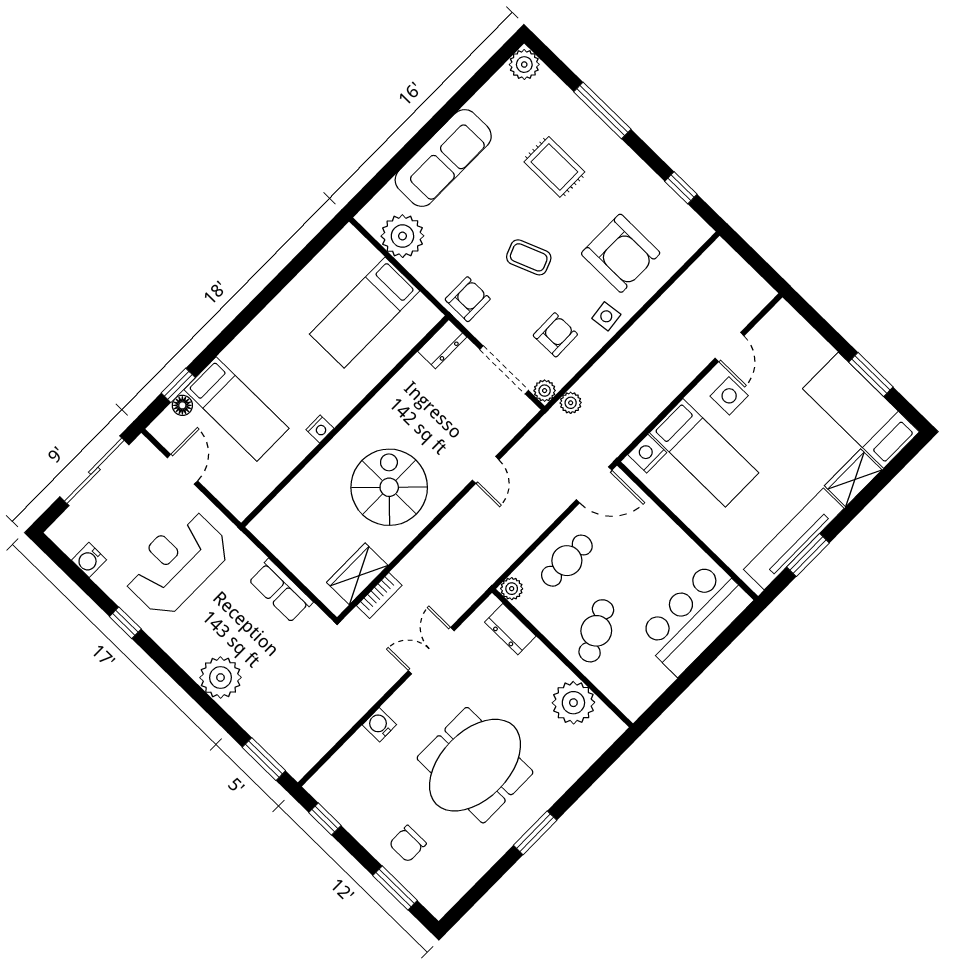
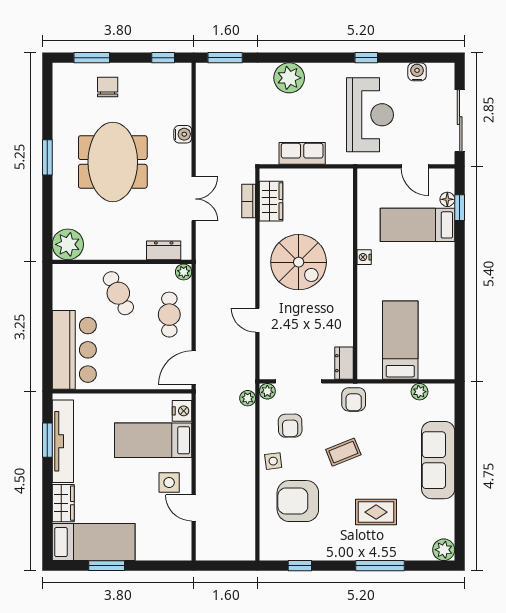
plant: (402, 236) -> (420, 392), width x0.53, depth x0.53
plant: (573, 703) -> (68, 244), moved

